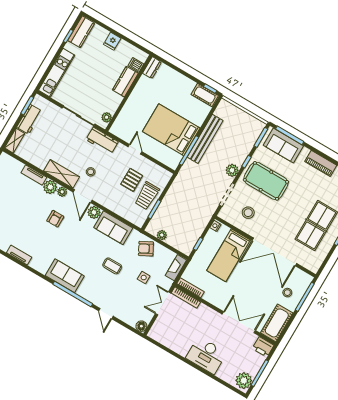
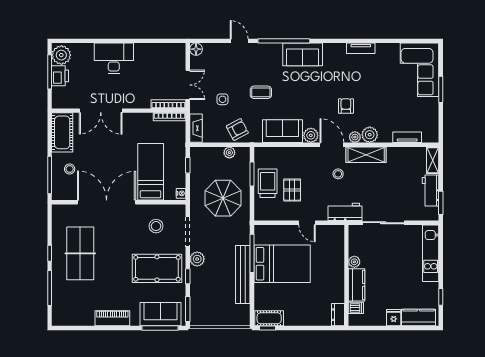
kitchen counter: (81, 32) -> (419, 318), moved, turned 90
plant: (107, 117) -> (354, 262), moved
tv unit: (34, 175) -> (407, 137), moved
parasol: (186, 204) -> (223, 198), added
printer: (263, 347) -> (60, 76), moved, turned 90

